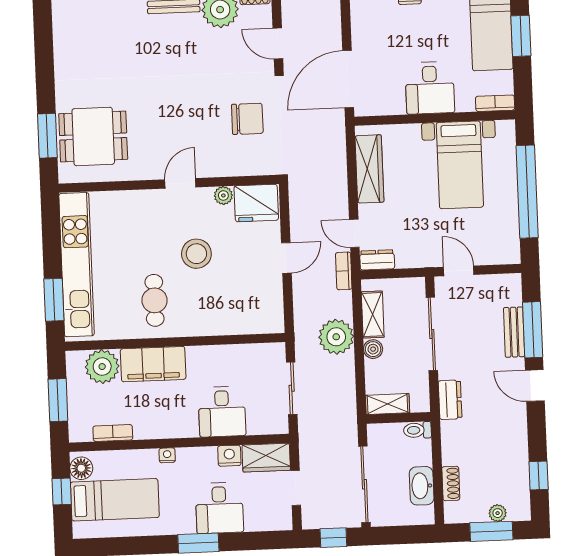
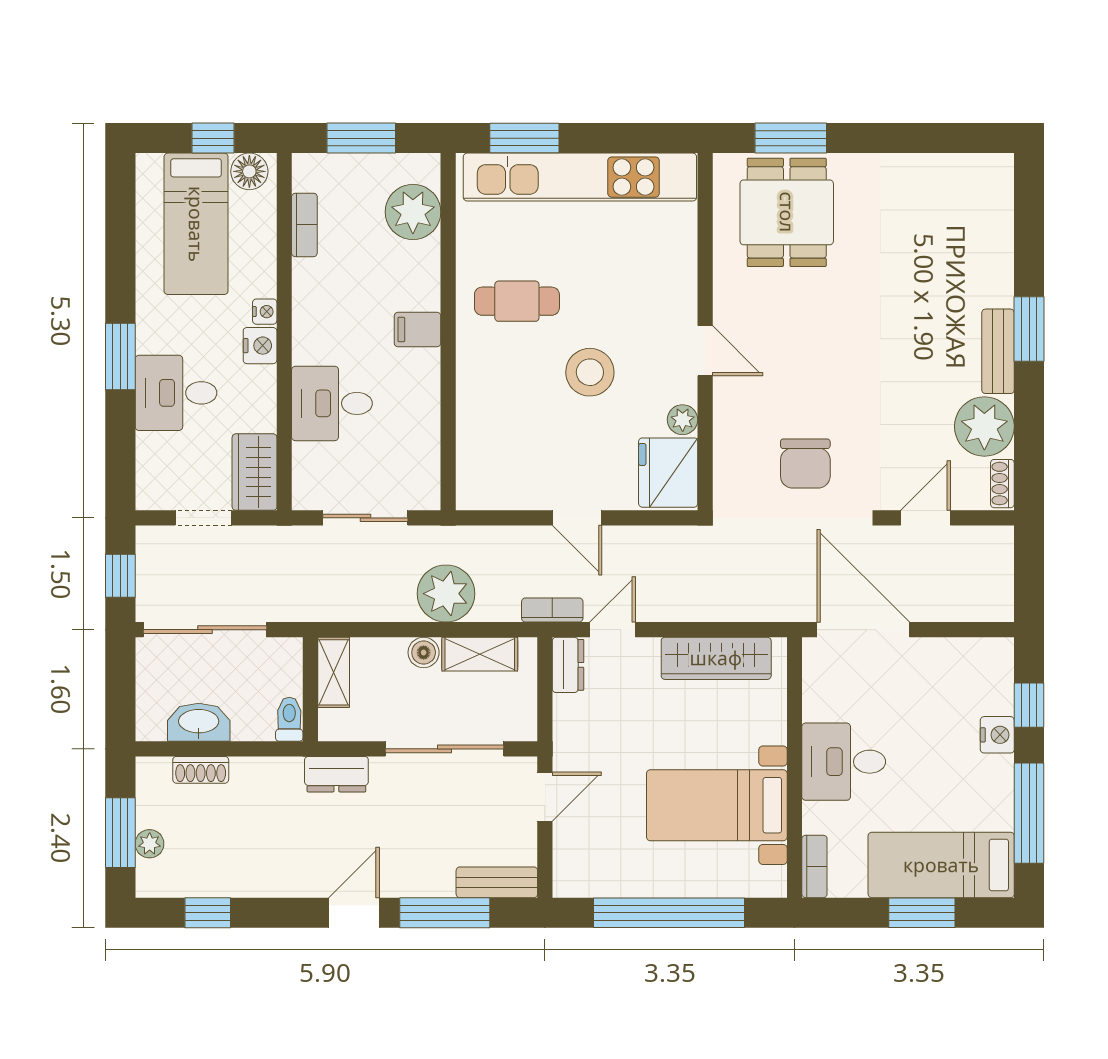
bench: (514, 332) -> (497, 882), moved
filing cabinet: (153, 364) -> (417, 329), width x0.33, depth x0.86
nightstand: (229, 456) -> (260, 346), moved

